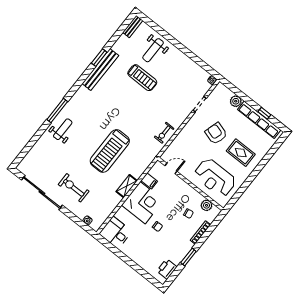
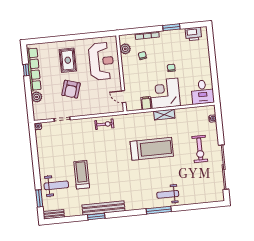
window: (156, 27) -> (39, 198), added

